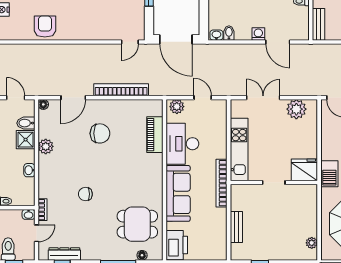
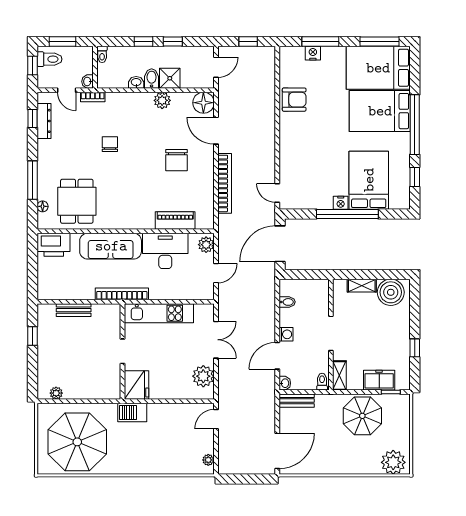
washbasin: (216, 35) -> (285, 383), moved
floor lamp: (43, 104) -> (203, 103), width x1.89, depth x1.89
bidet: (26, 123) -> (152, 79), moved

